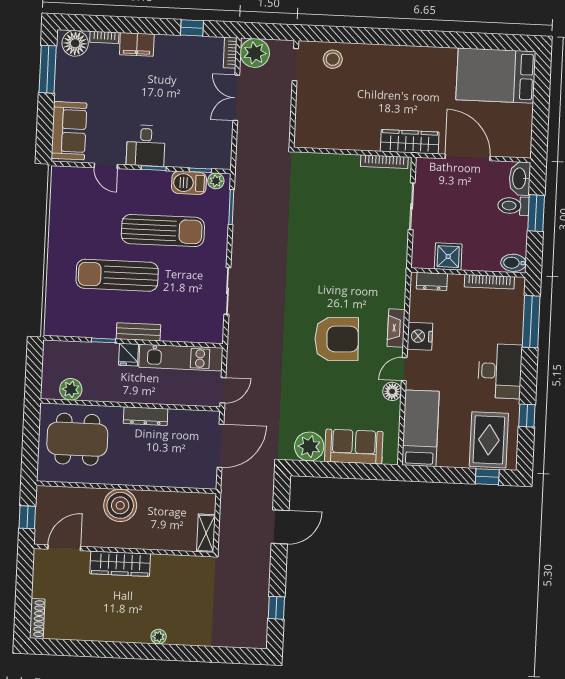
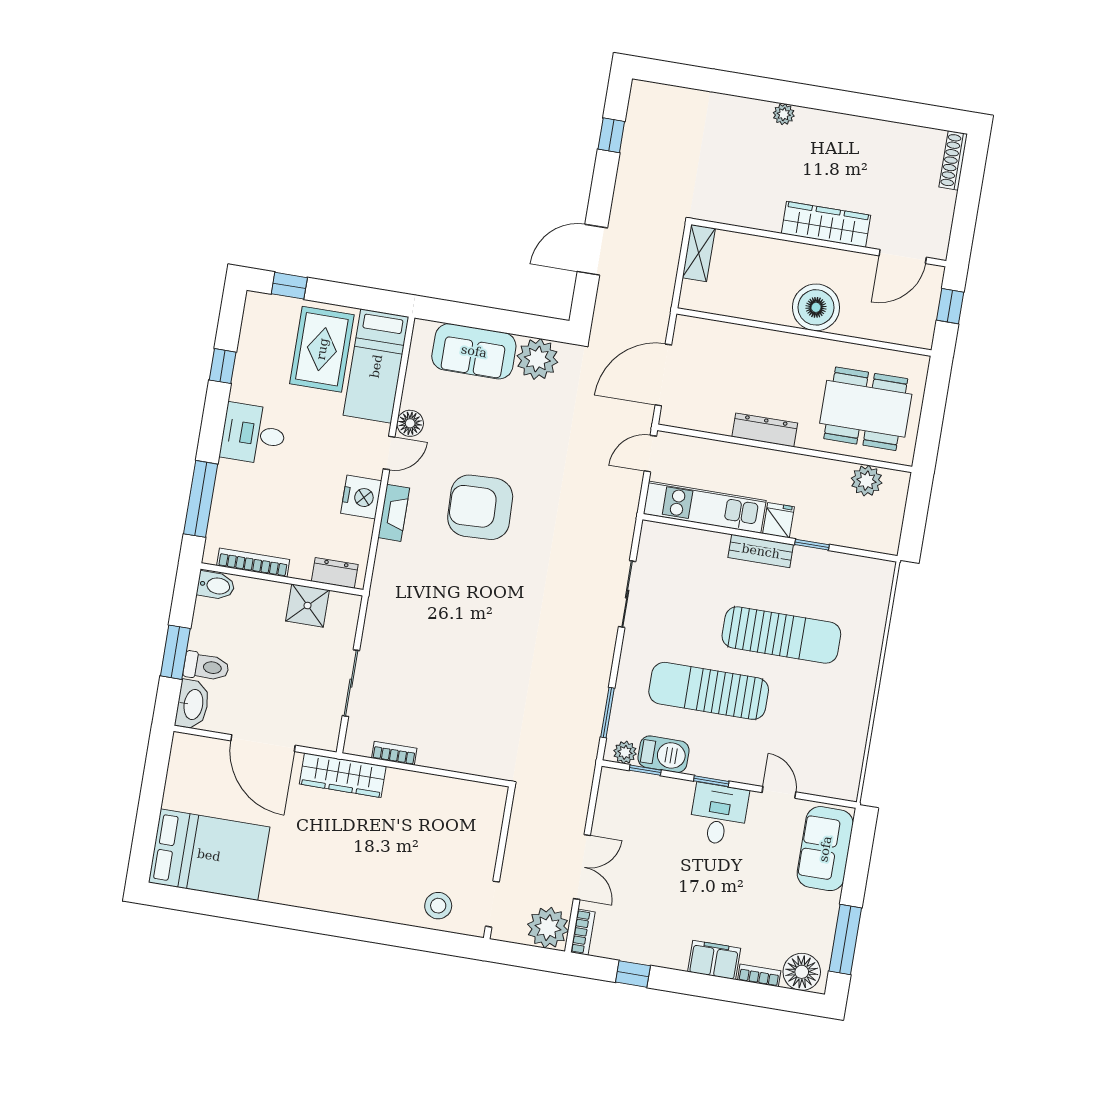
bookcase: (384, 162) -> (394, 753), width x0.64
desk: (500, 371) -> (253, 434), width x0.73
rug: (489, 440) -> (322, 349), moved

